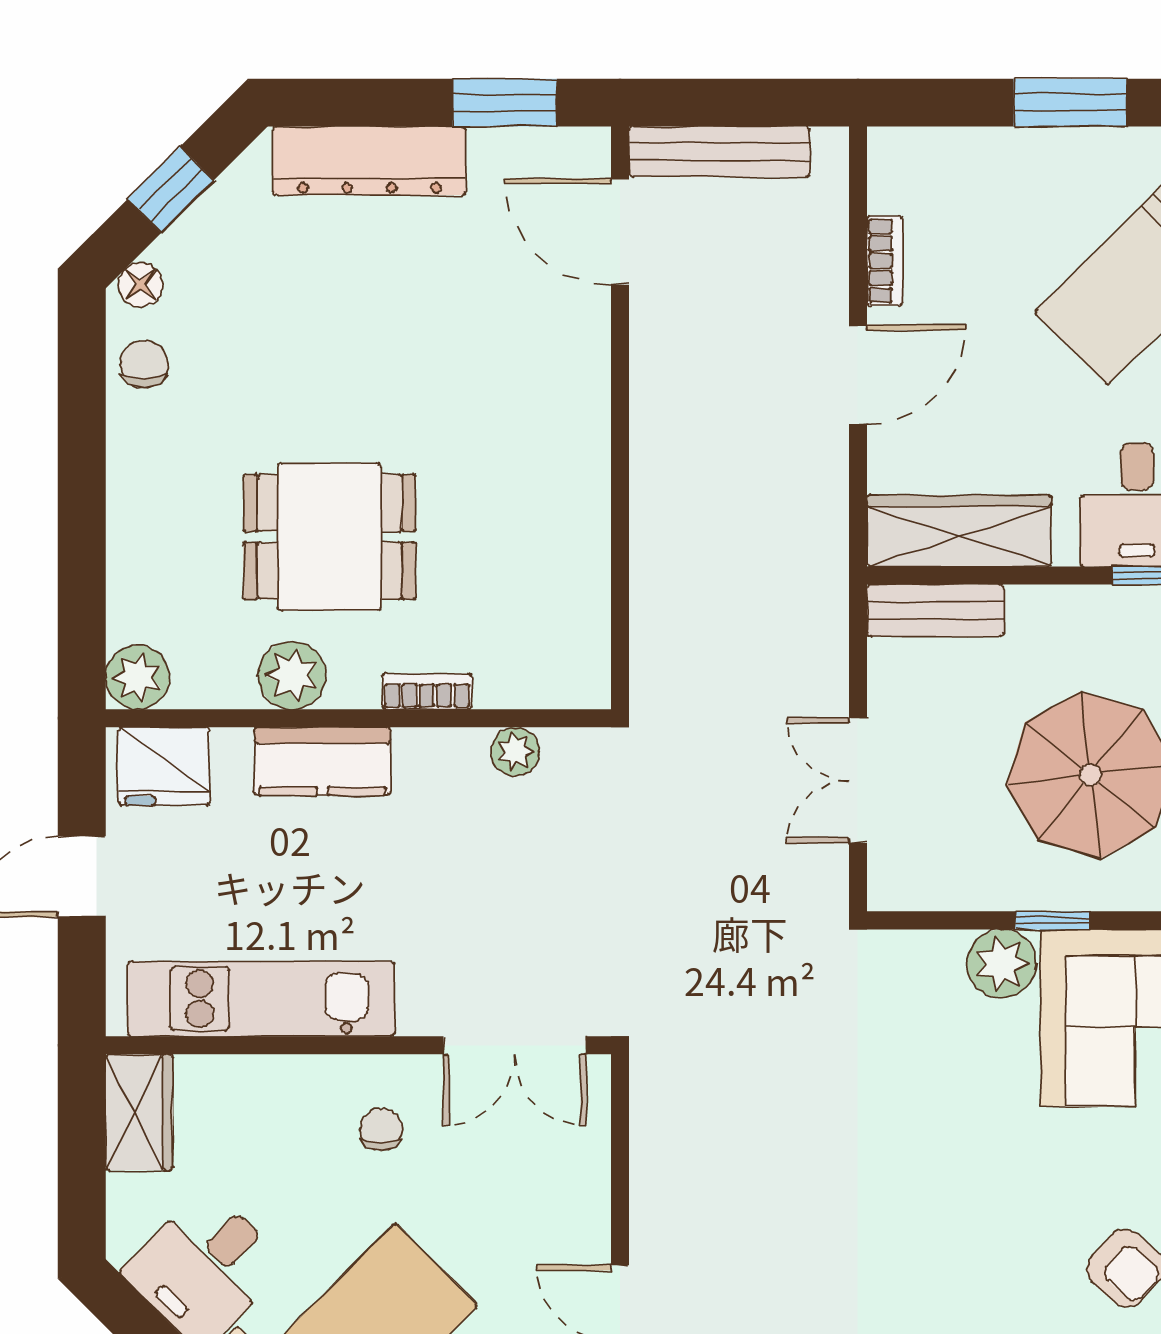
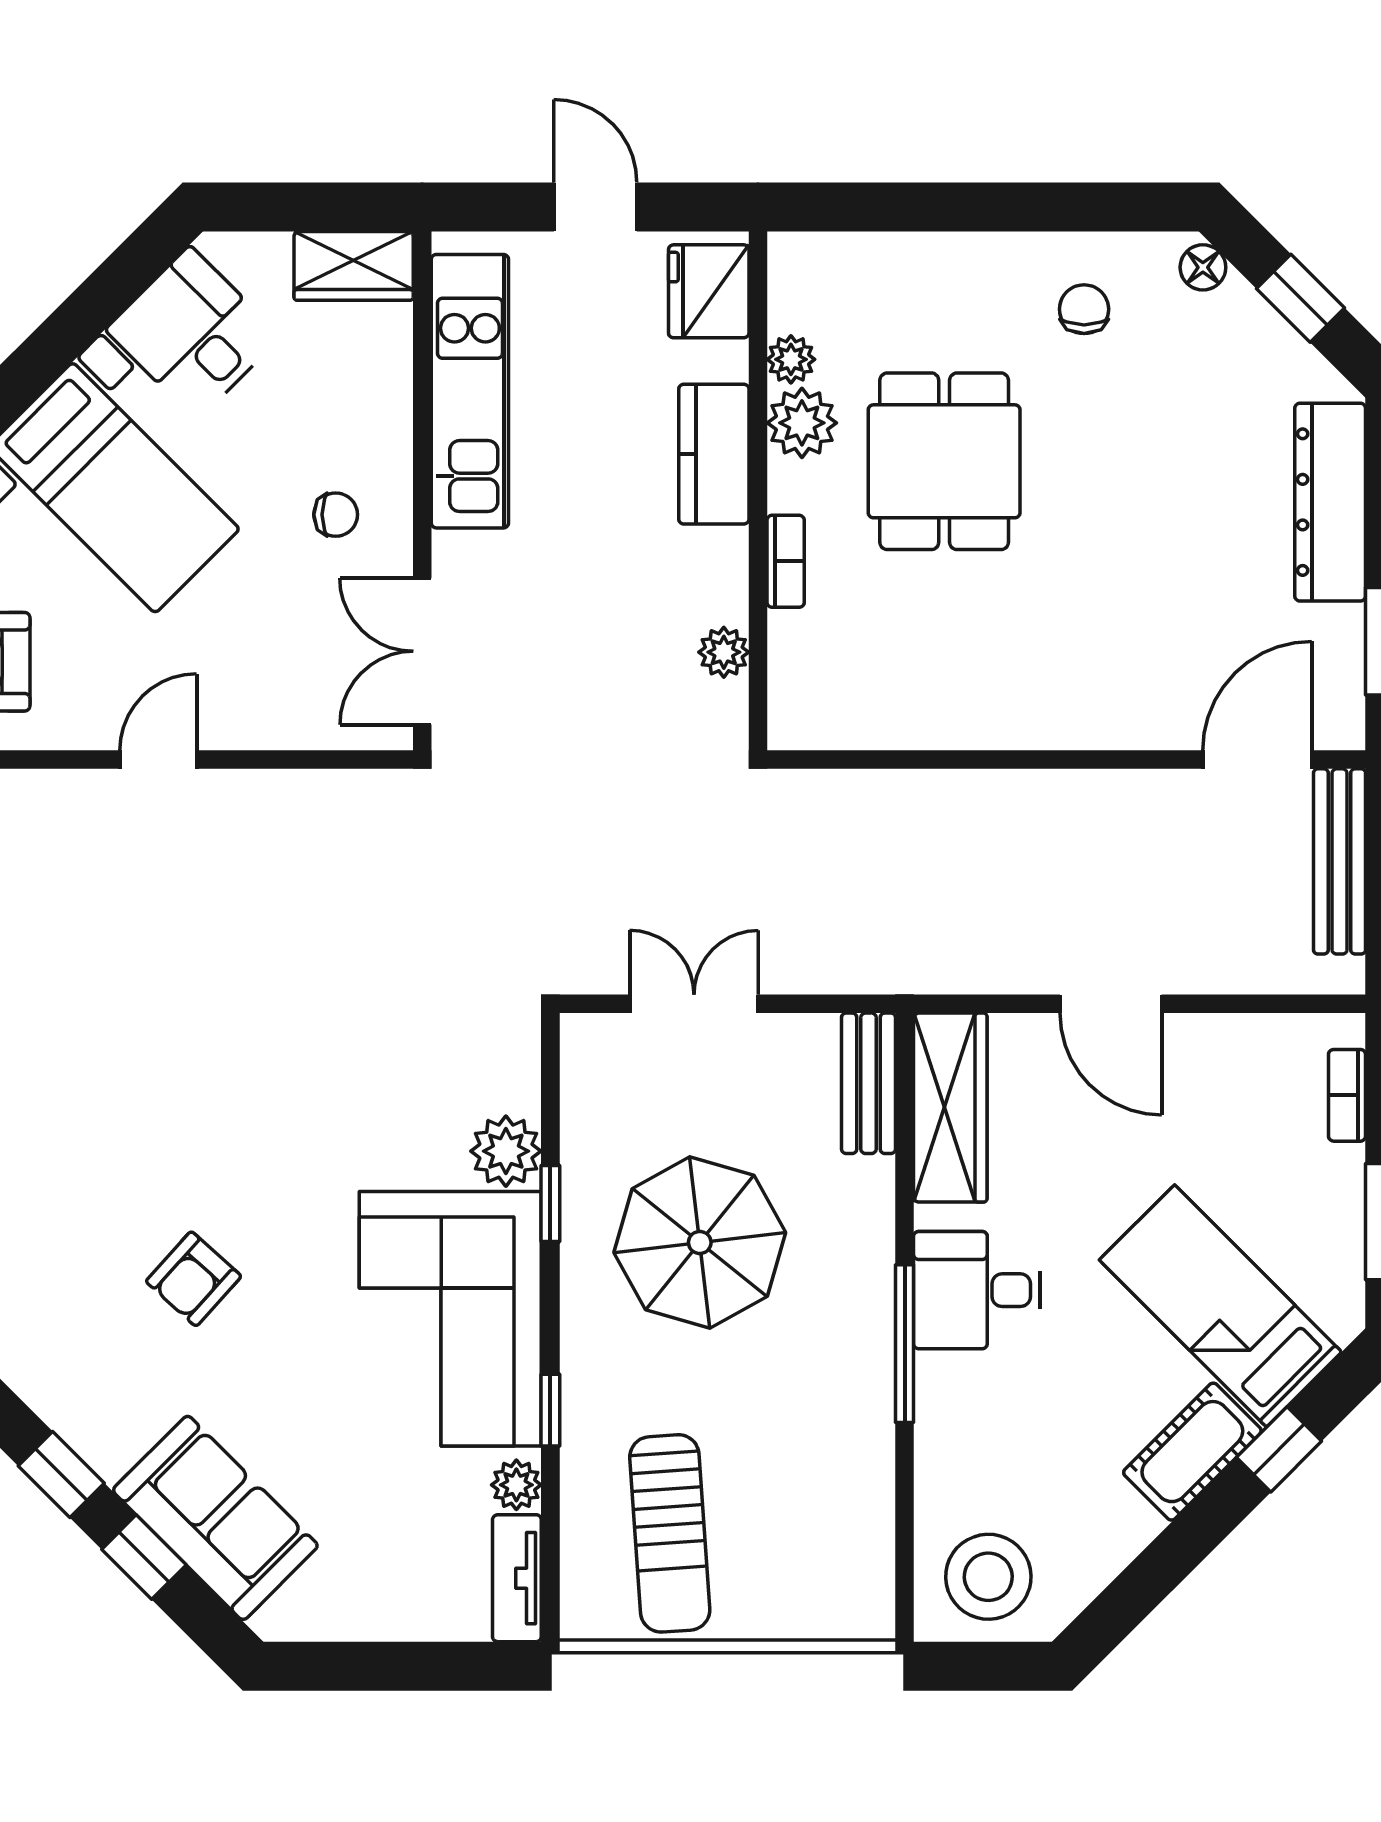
bookcase: (885, 261) -> (1347, 1095), moved, turned 90
chair: (144, 364) -> (1084, 309), moved, turned -90
plant: (138, 677) -> (791, 359), moved, width x0.73, depth x0.73

